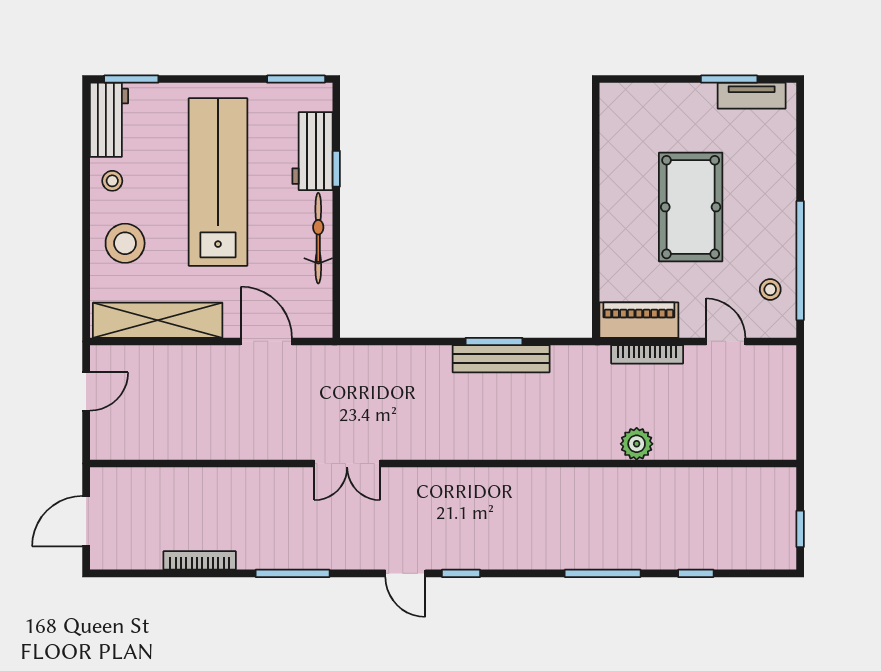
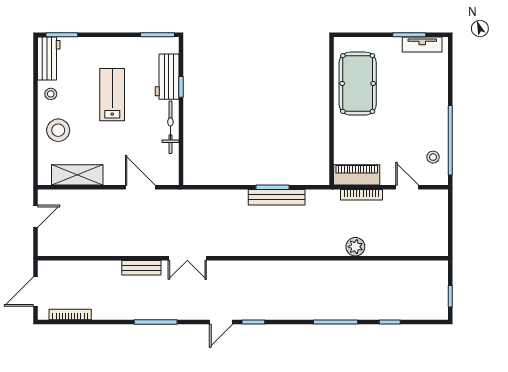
lab bench: (218, 182) -> (112, 95), width x0.54, depth x0.72
pool table: (691, 207) -> (358, 84), moved
shelving: (158, 320) -> (77, 175), width x0.68
bench: (268, 480) -> (141, 268), added
bookcase: (200, 560) -> (70, 314), moved
door: (405, 573) -> (221, 322), hinge flipped

